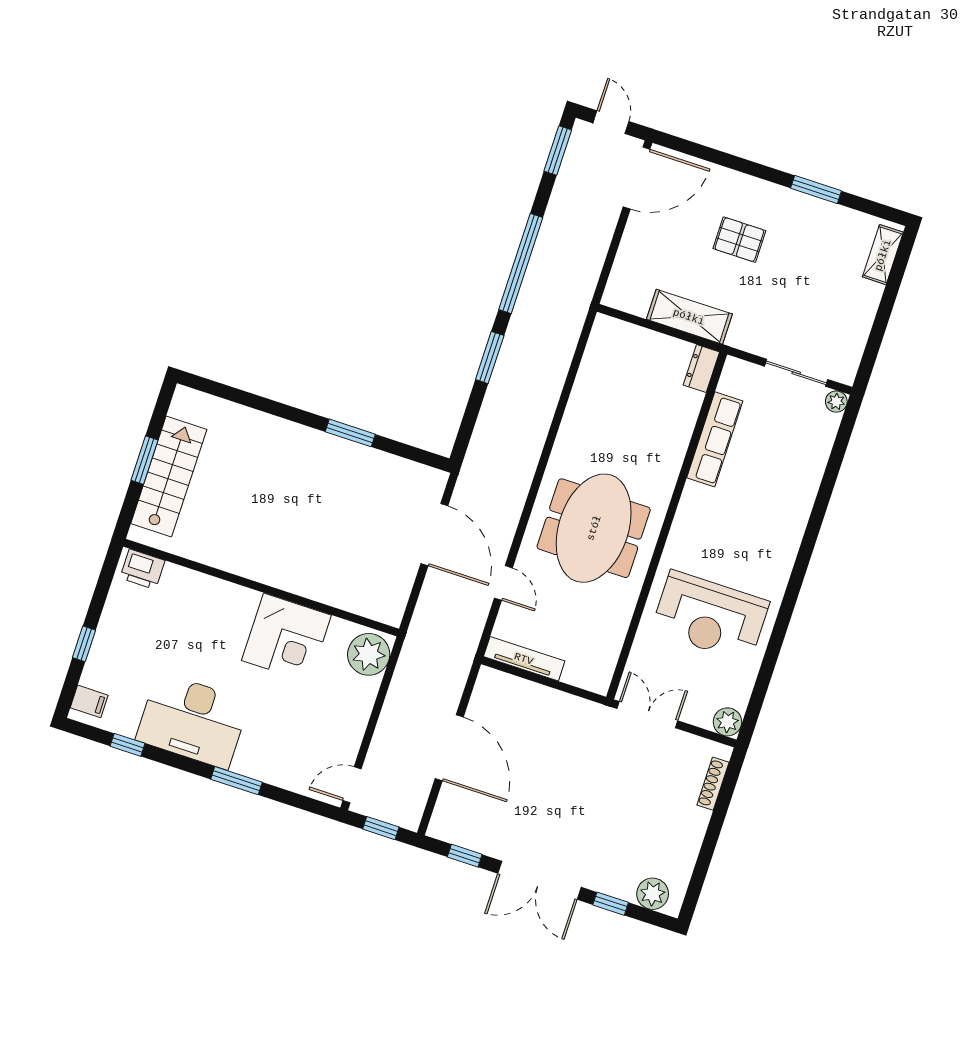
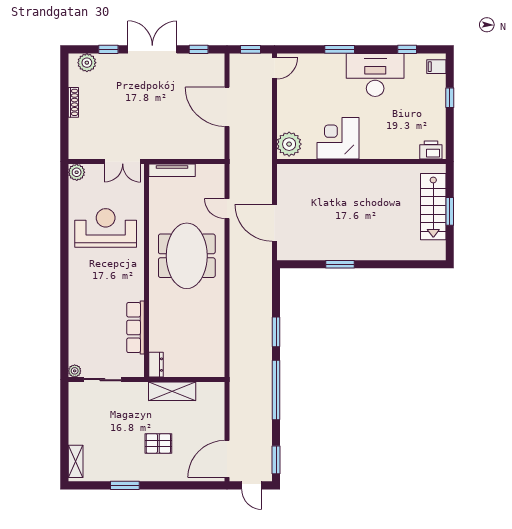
tv unit: (524, 659) -> (172, 170), moved
shoe rack: (713, 784) -> (73, 102), moved

